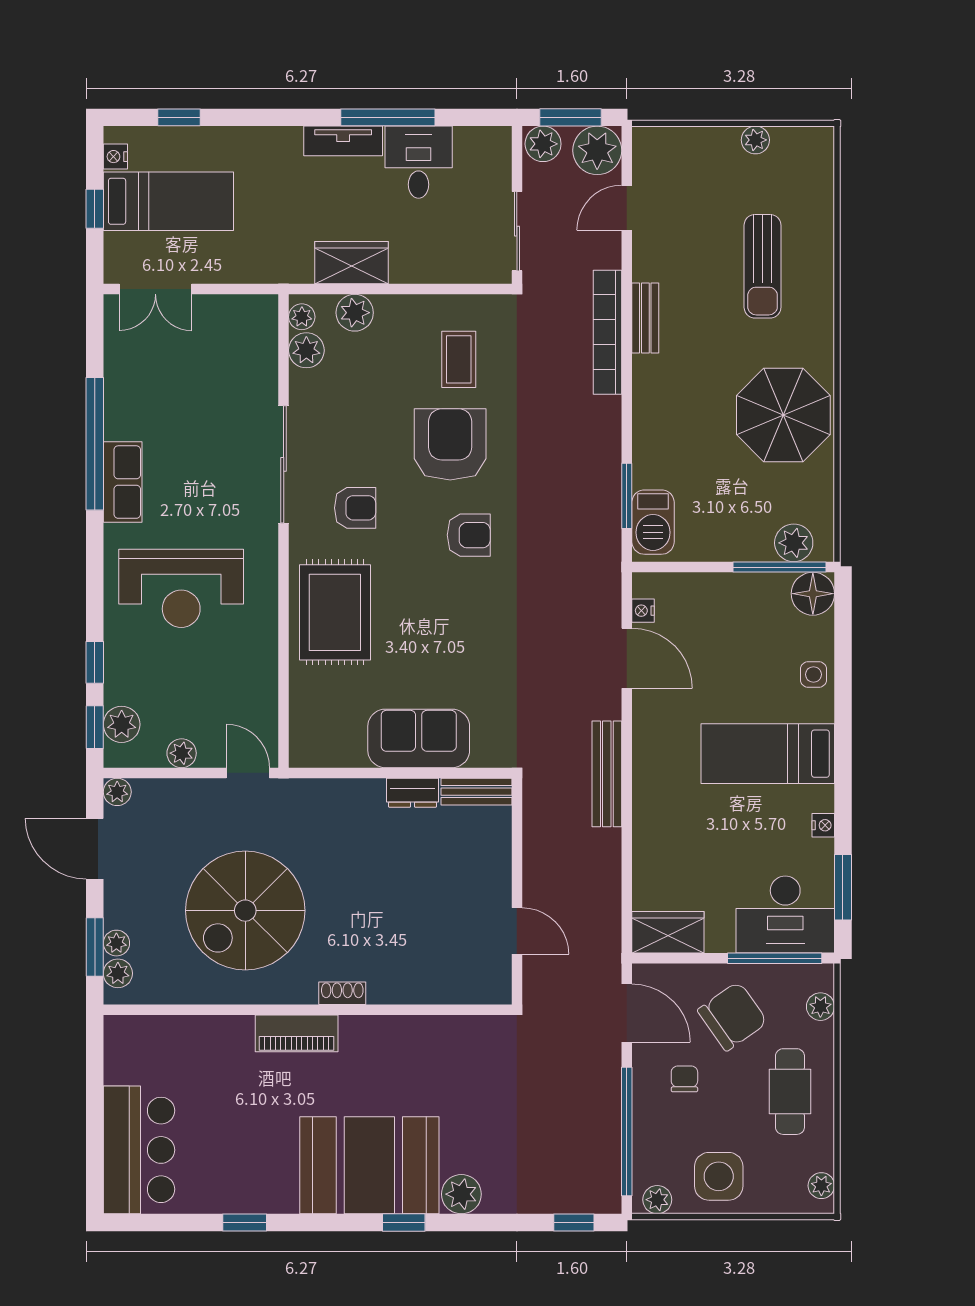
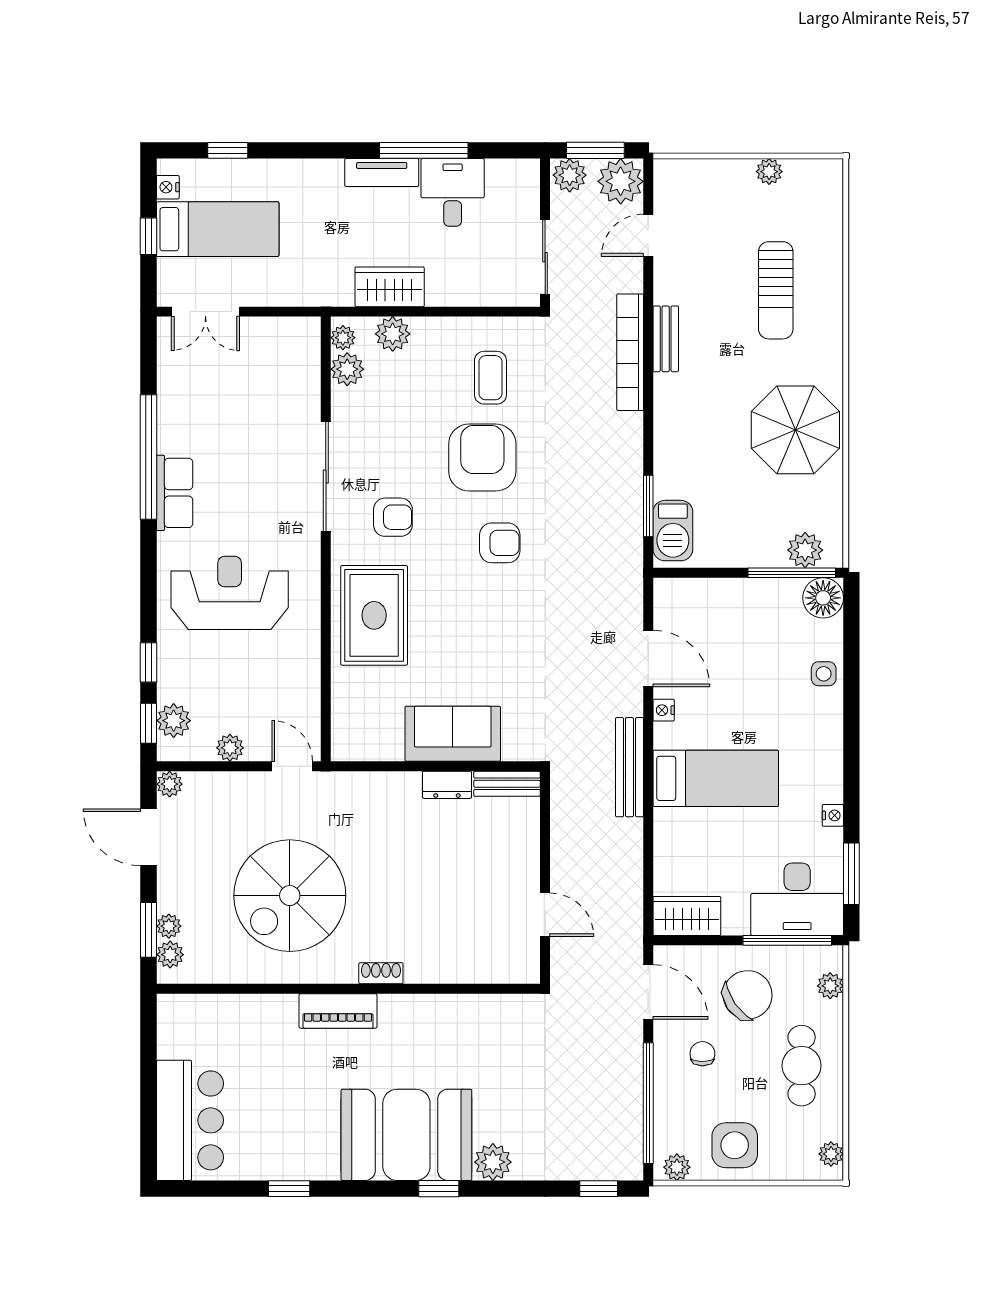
reception desk: (181, 588) -> (230, 593), turned 180
nightstand: (643, 611) -> (664, 710), moved
bed: (768, 754) -> (716, 778), moved, turned 180

